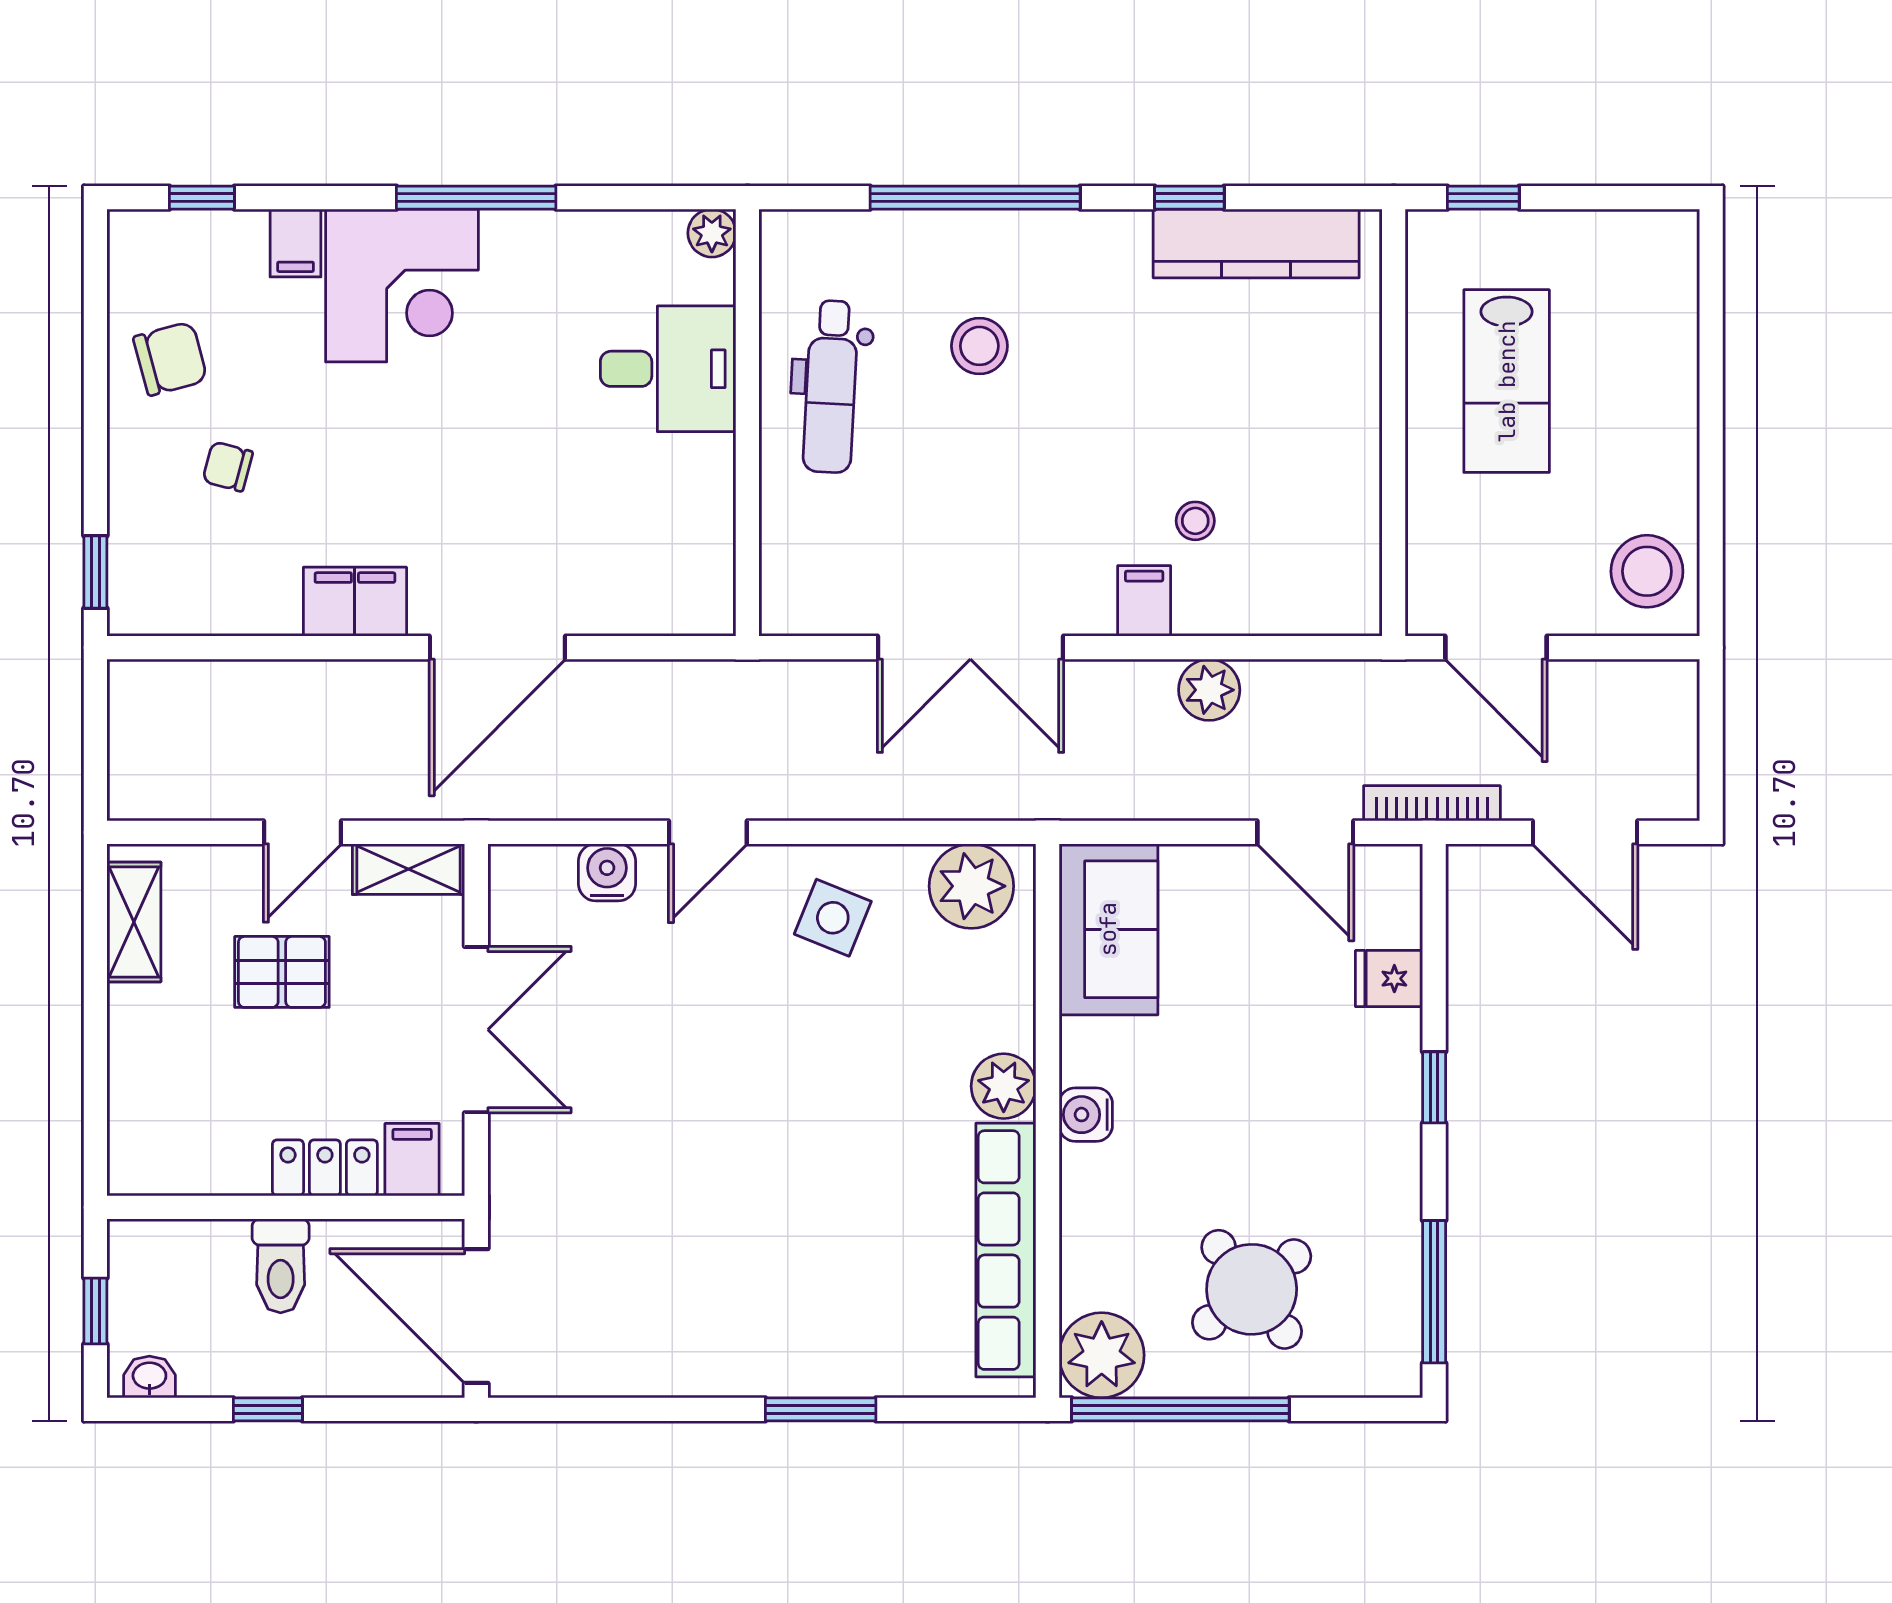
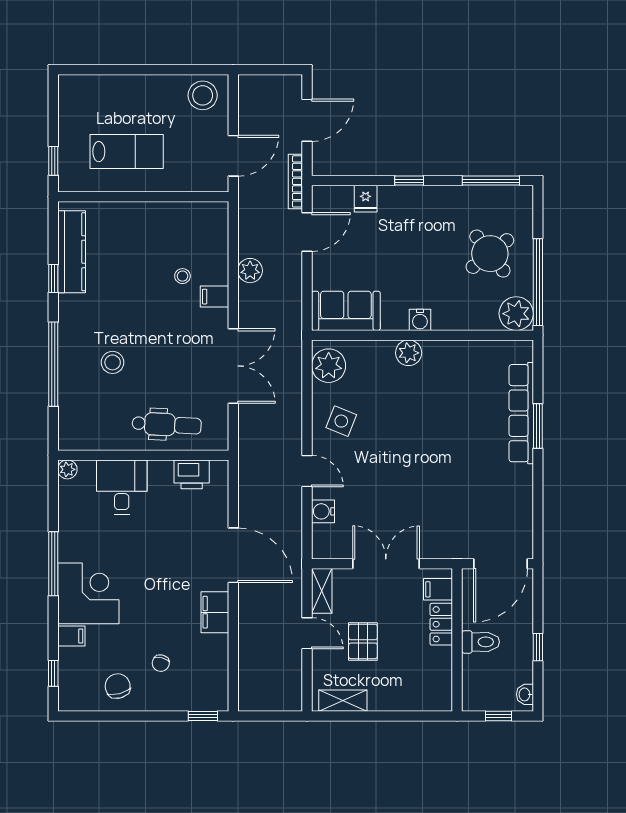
dental chair: (831, 387) -> (167, 425), moved
printer: (700, 544) -> (192, 474), added
row of seats: (1006, 1250) -> (521, 413), moved, turned 90

